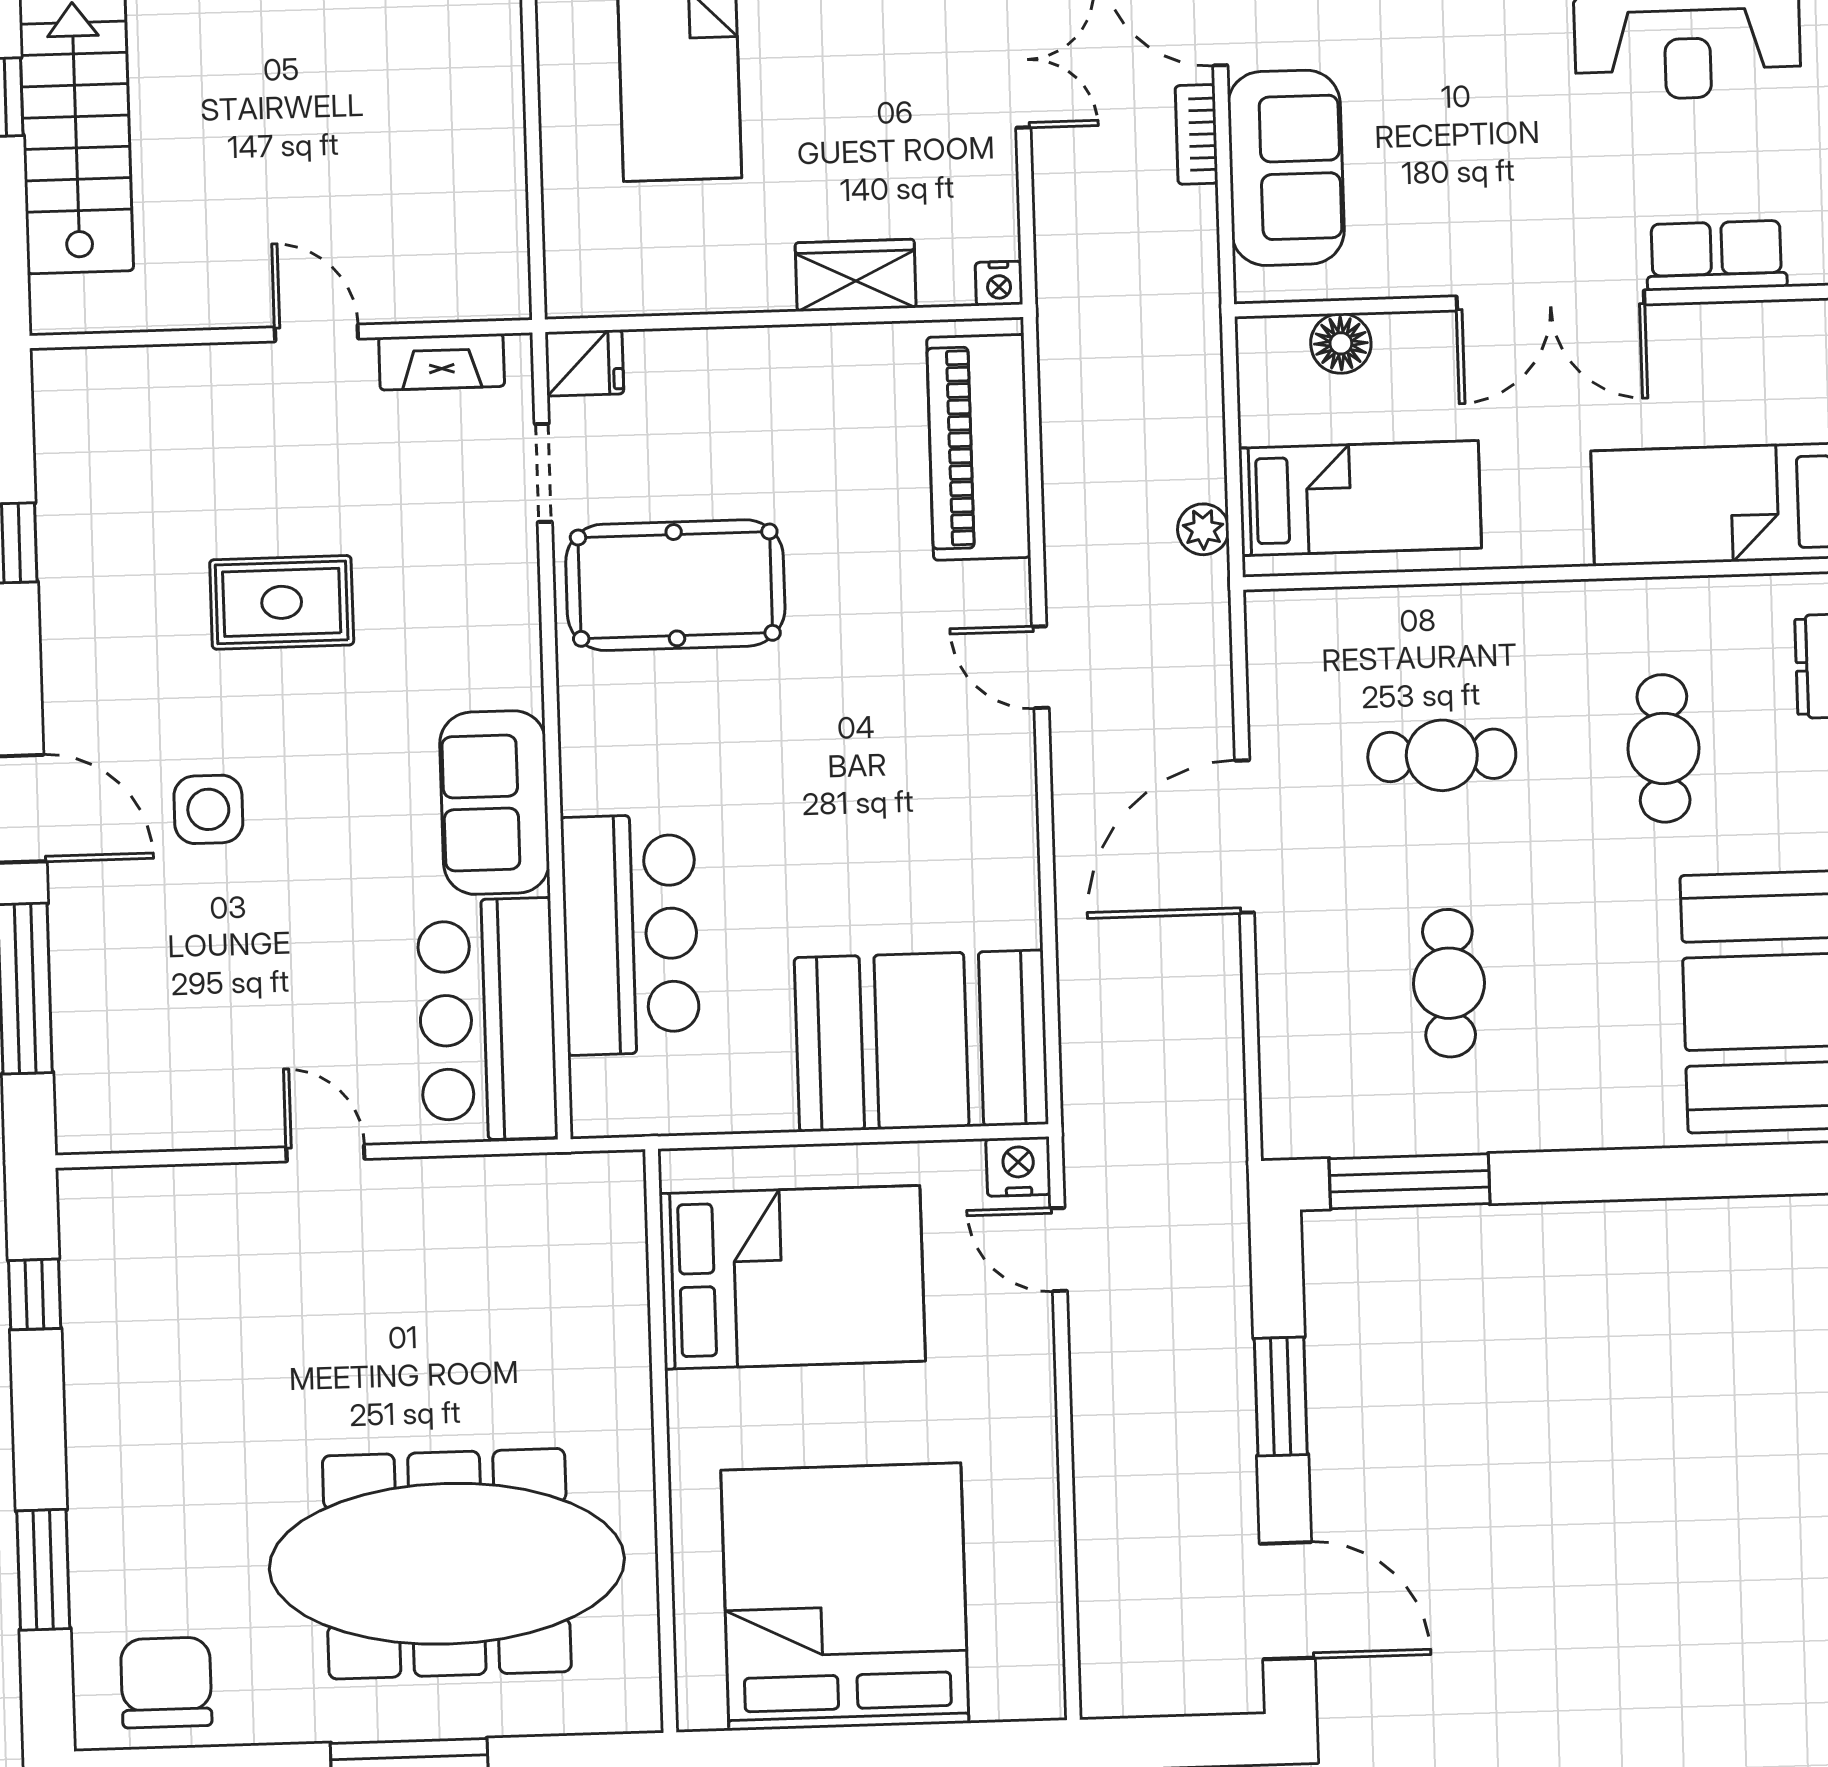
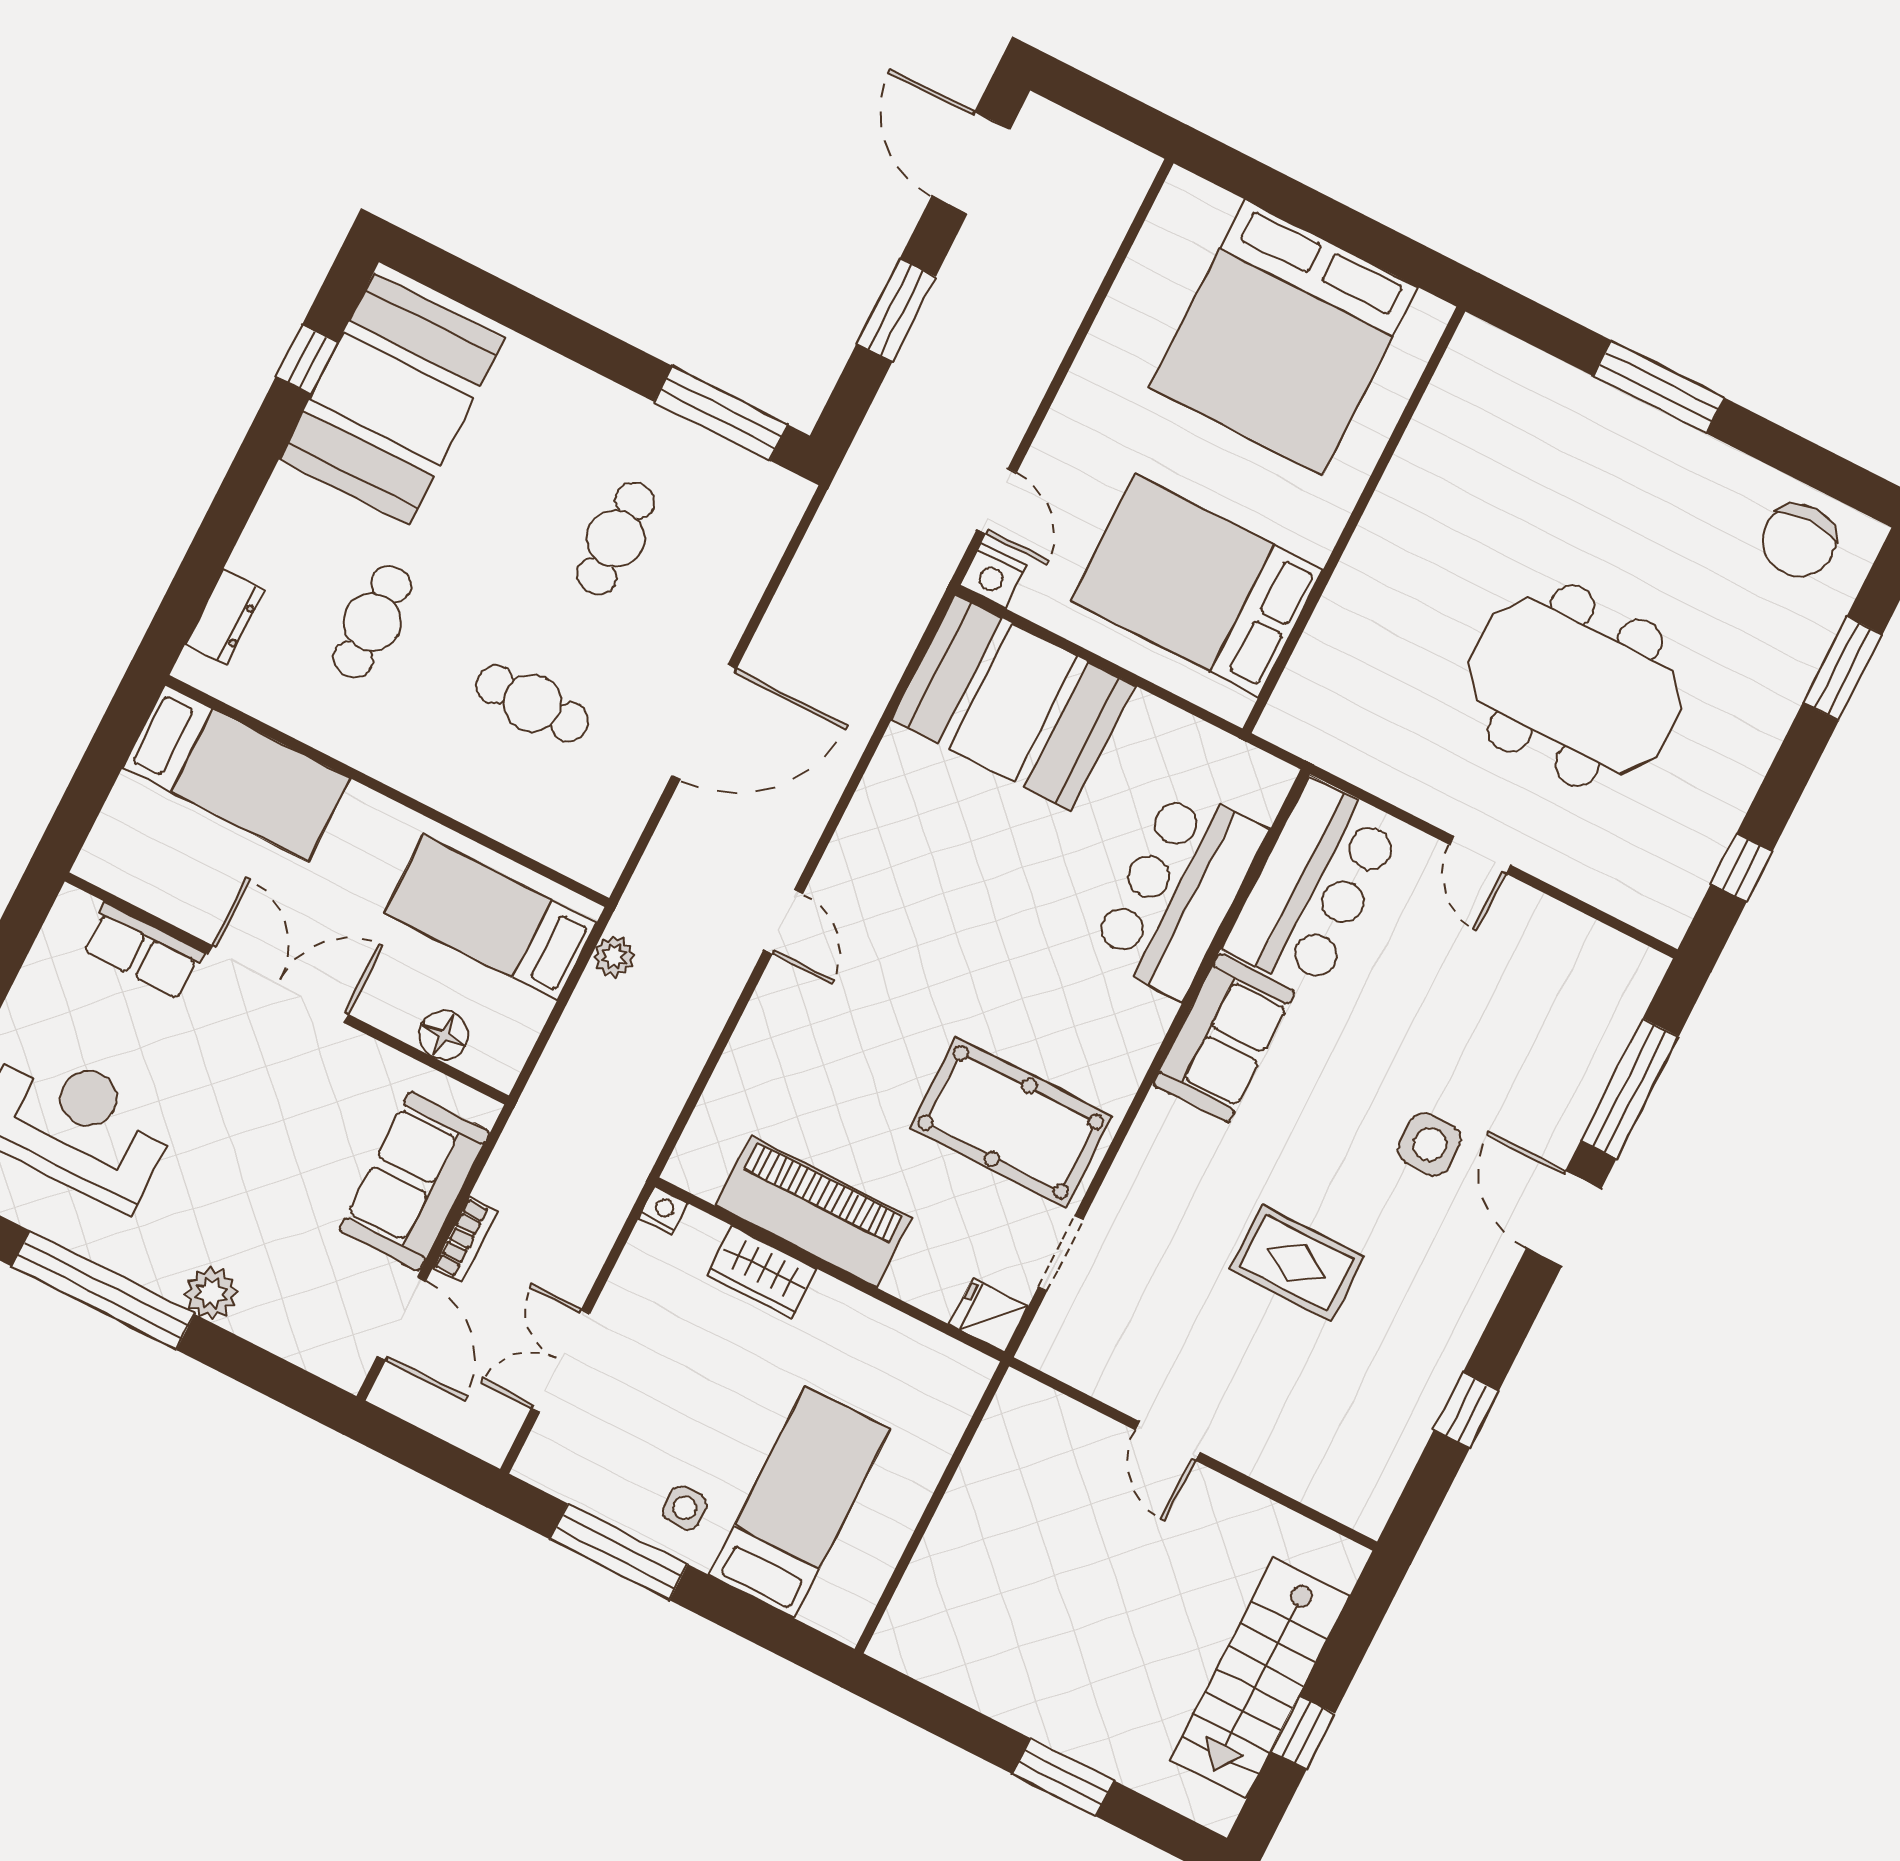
fireplace: (442, 362) -> (1090, 1372), removed
piano: (979, 447) -> (814, 1212), moved, turned -90
meeting table: (447, 1564) -> (1575, 686), moved, width x0.73

